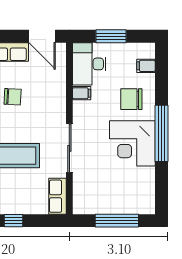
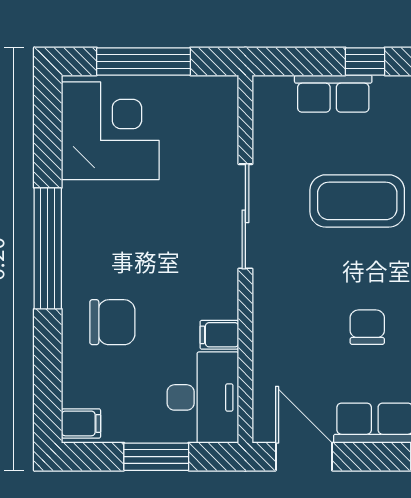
filing cabinet: (146, 66) -> (81, 423), moved
chair: (13, 97) -> (367, 327), turned 87
corner desk: (132, 143) -> (110, 131), moved
row of seats: (58, 196) -> (333, 94), moved, turned 90

